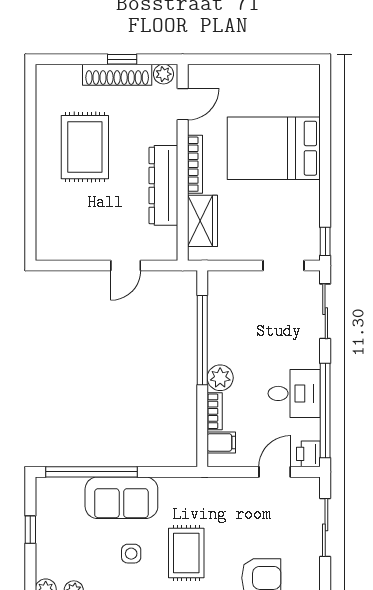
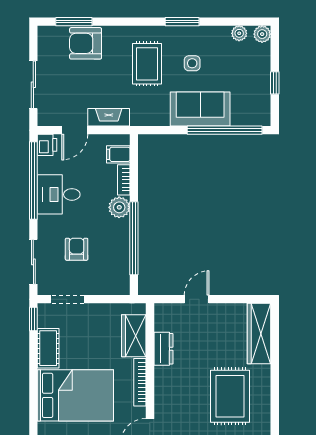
dresser: (163, 185) -> (163, 349), width x0.51, depth x0.80
cot: (307, 206) -> (48, 348), added
wardrobe: (50, 224) -> (259, 334), added
armchair: (272, 327) -> (77, 249), added
fireplace: (233, 488) -> (109, 117), added

